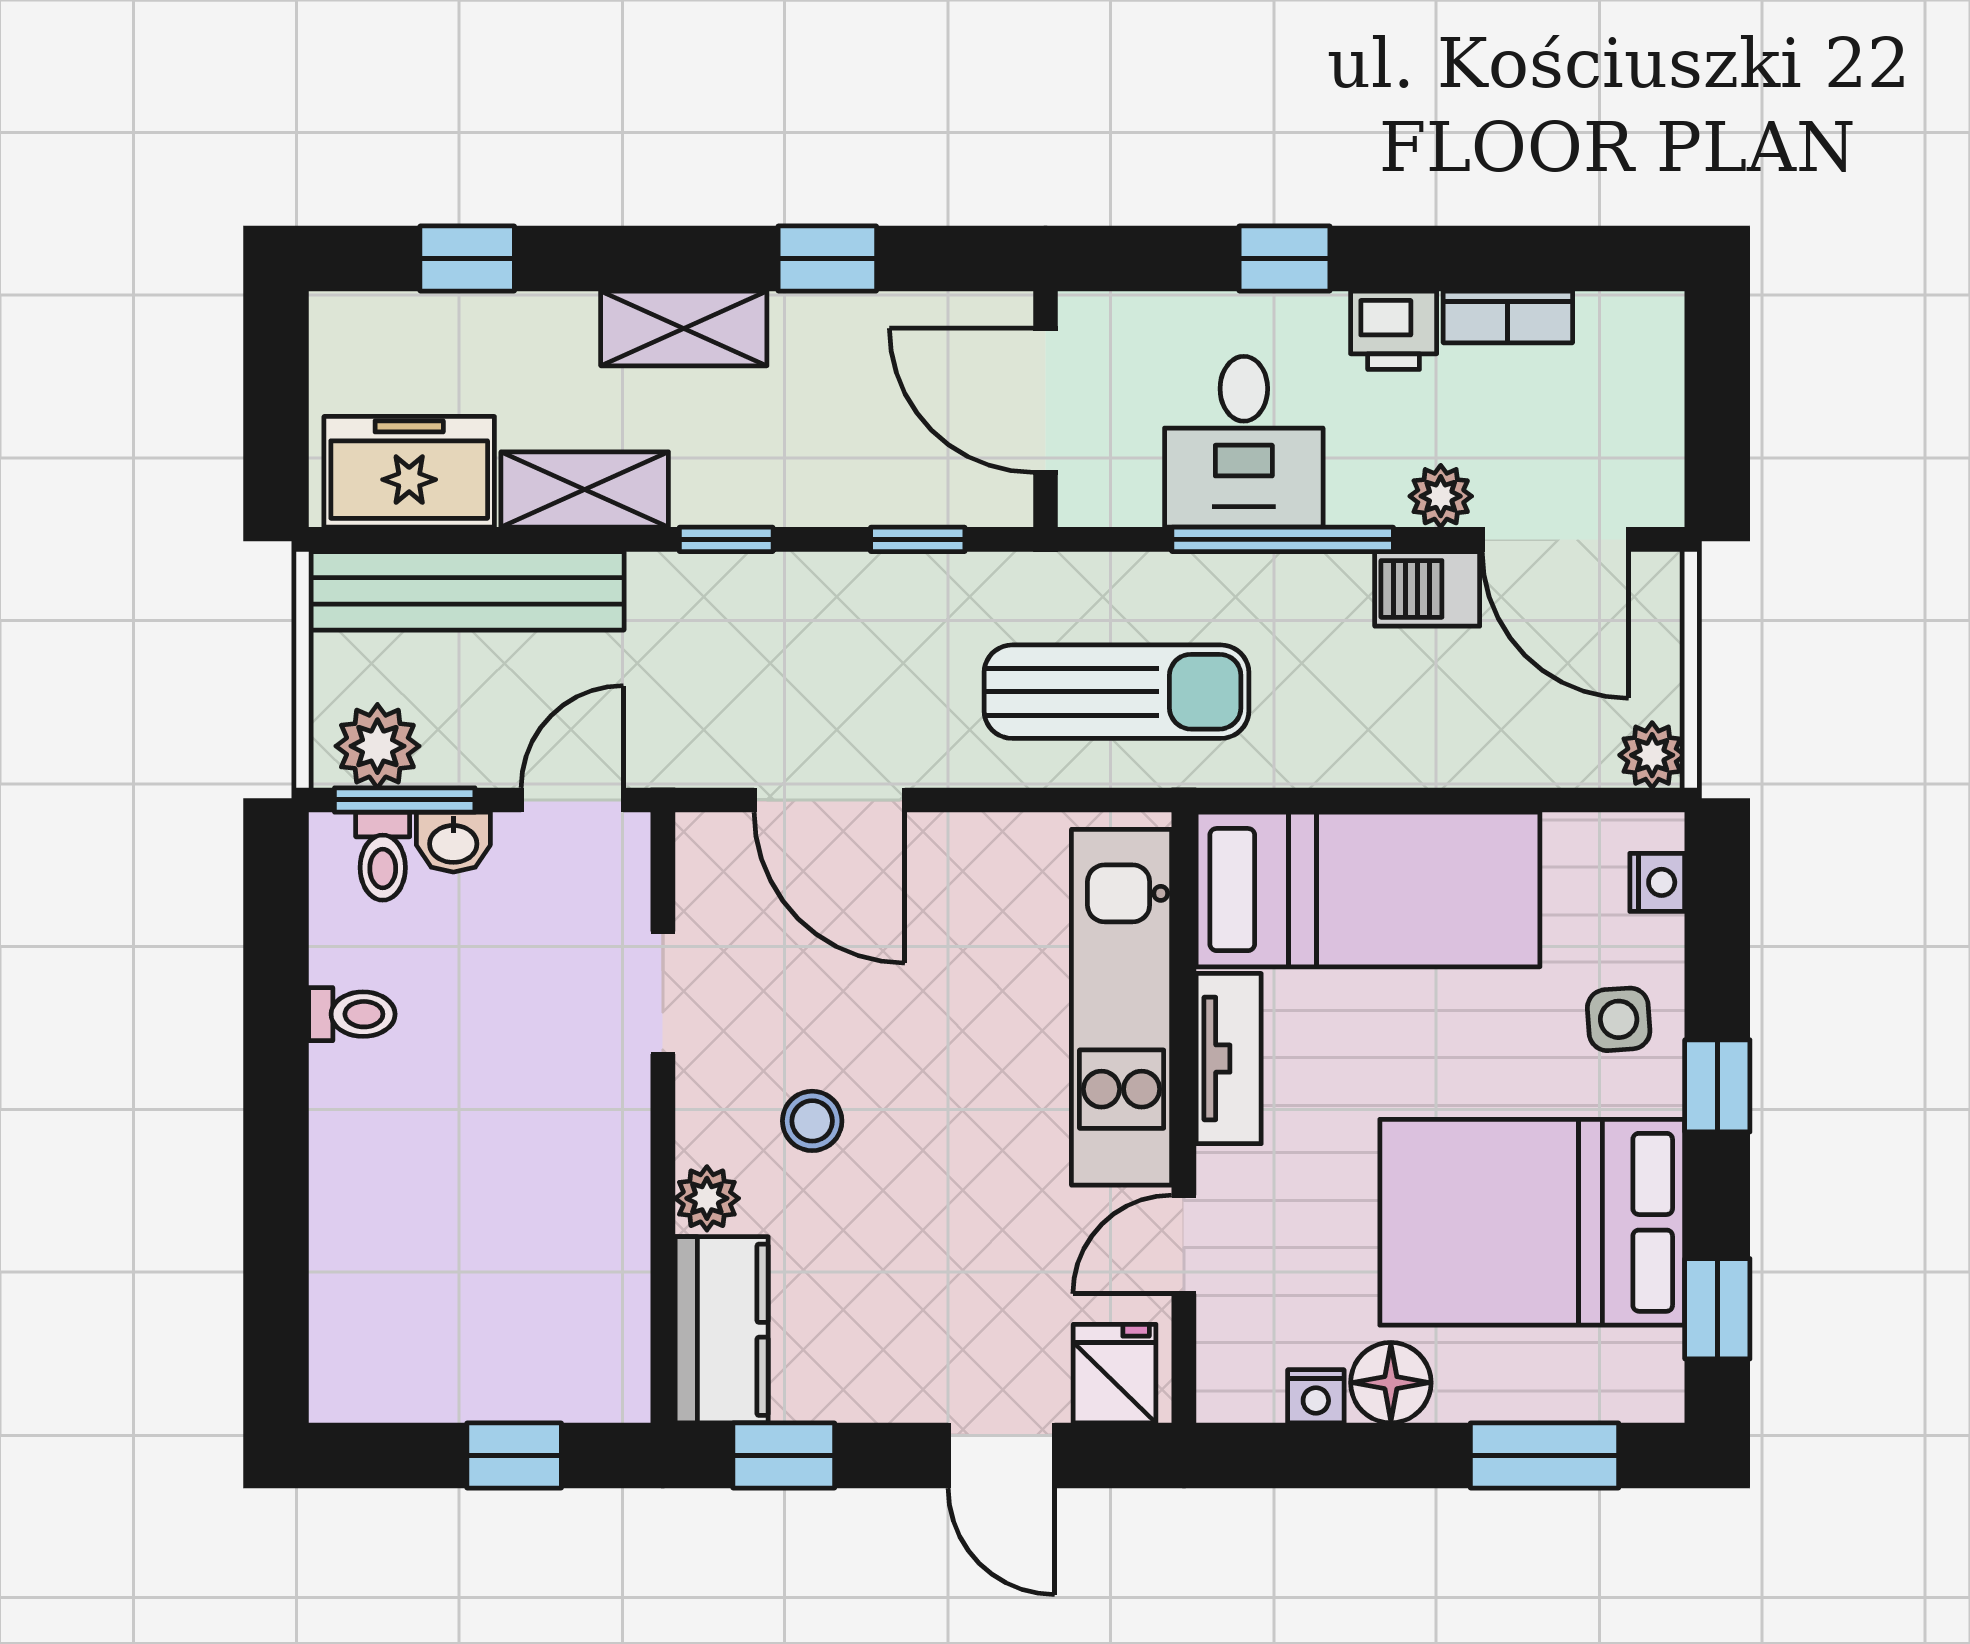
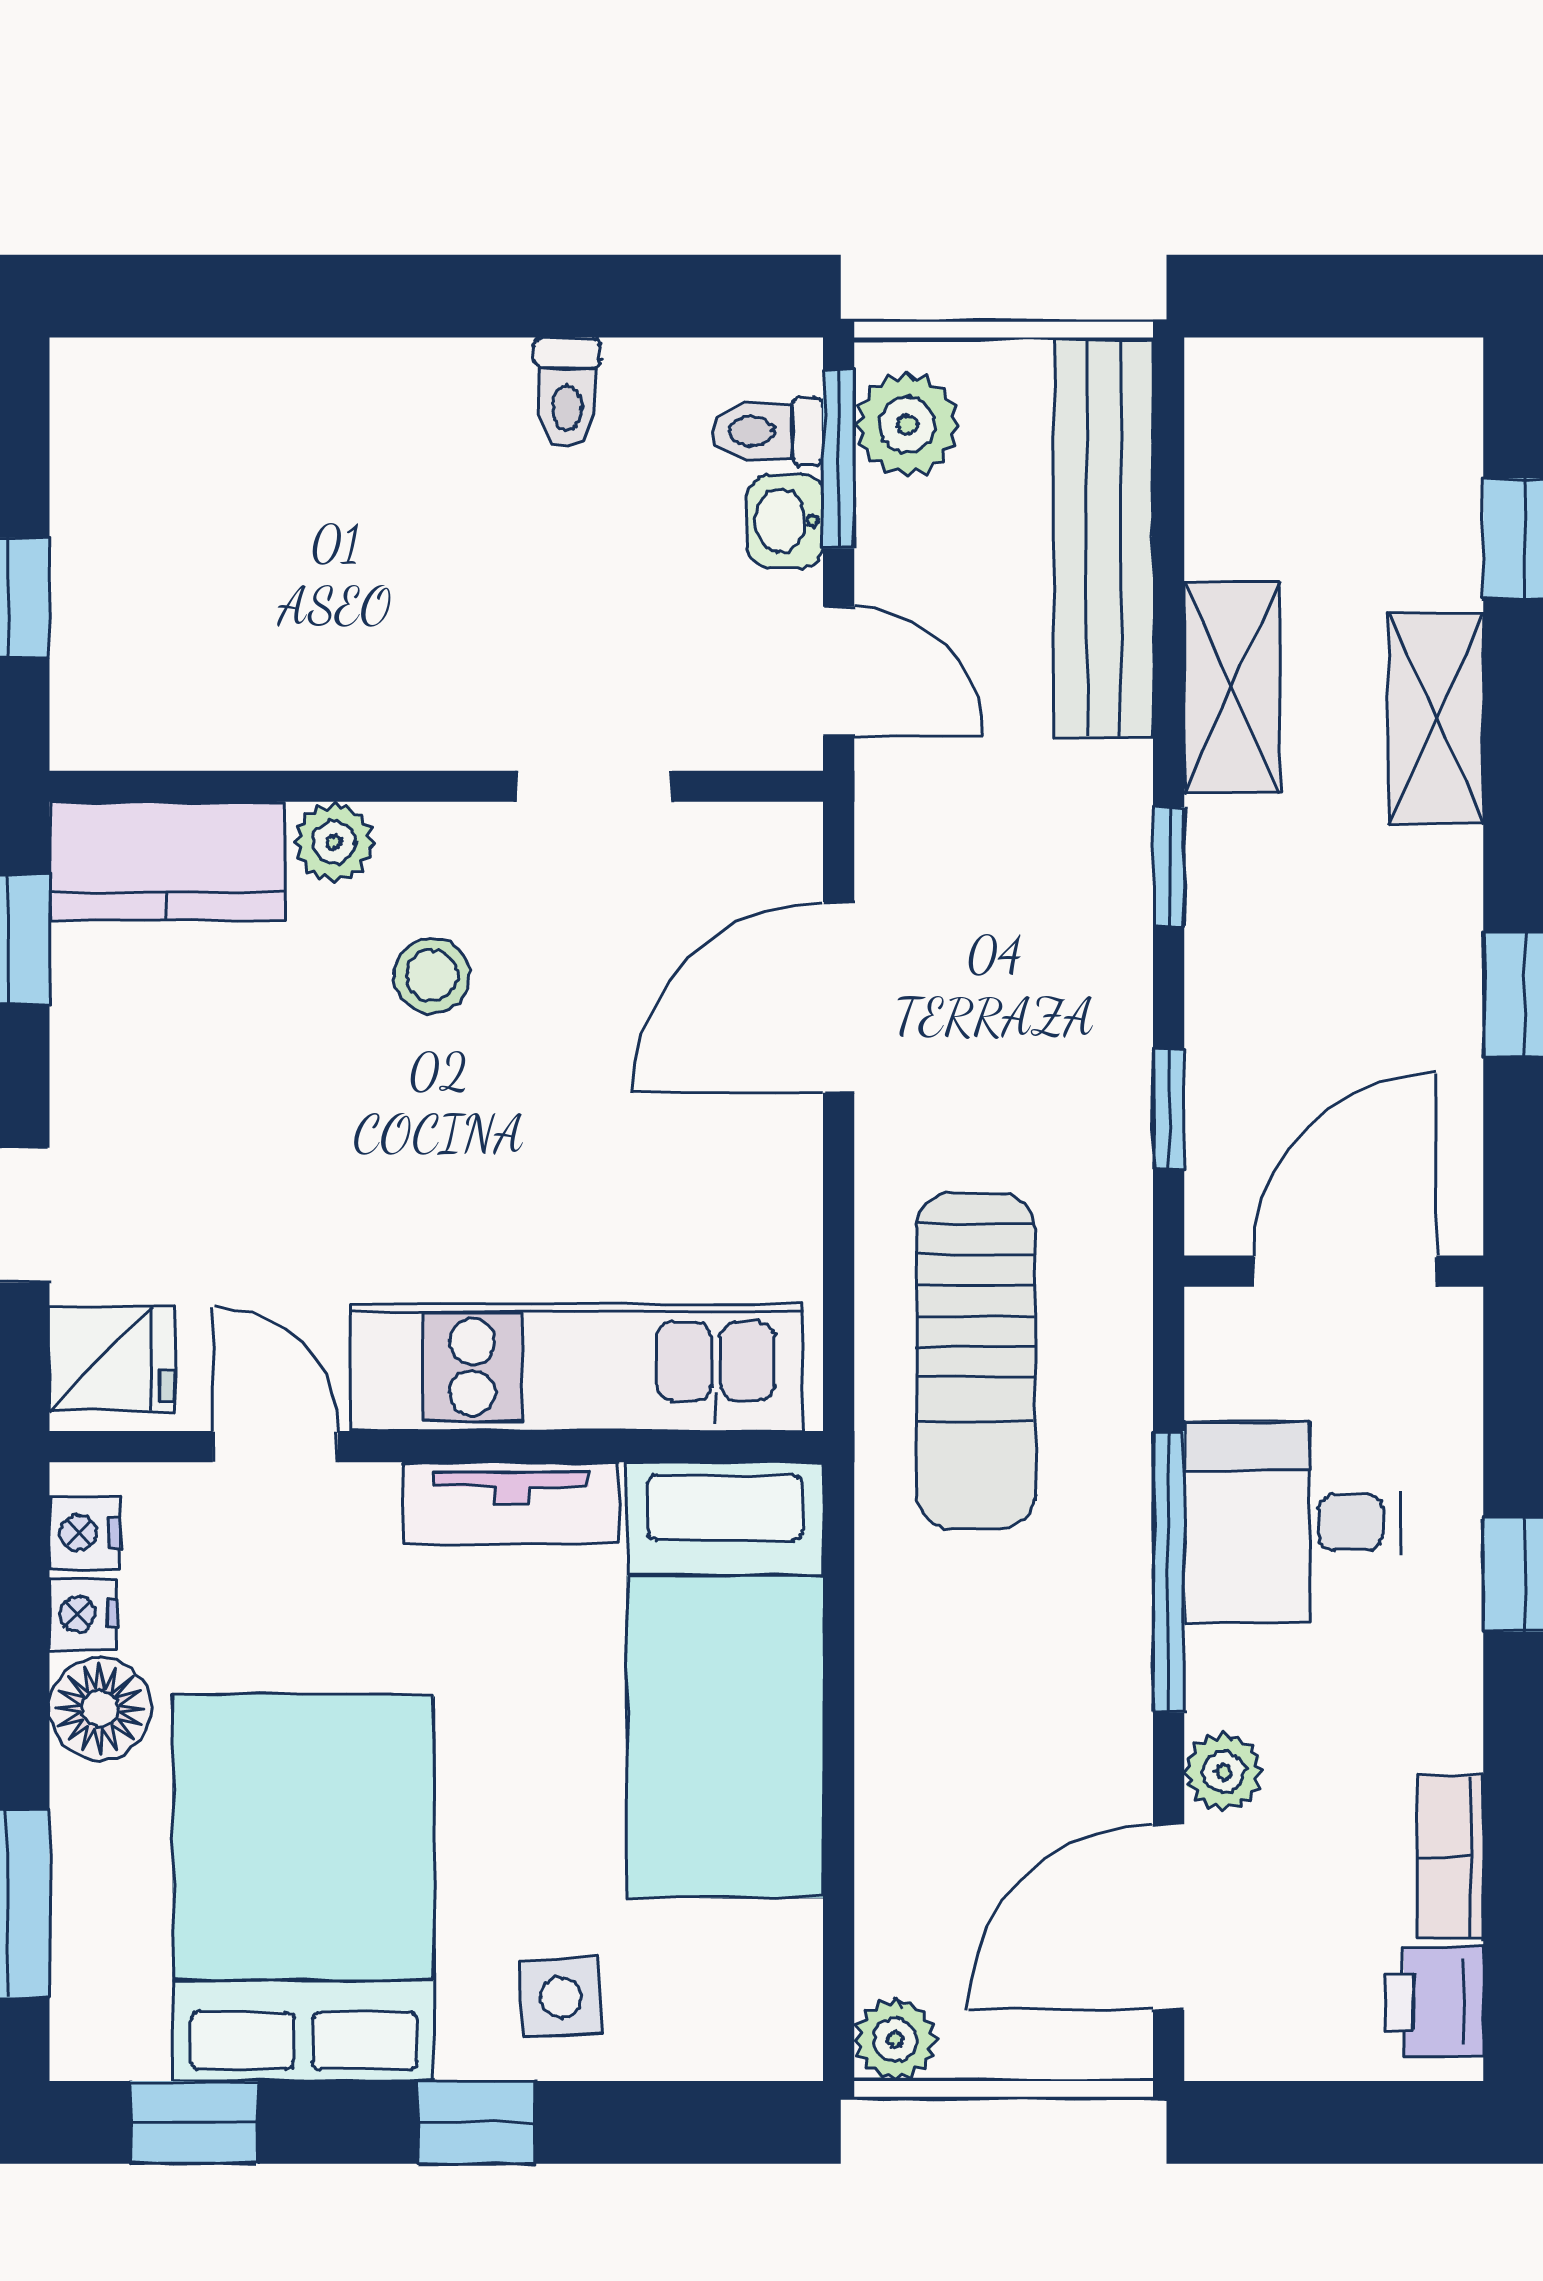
shelving: (684, 328) -> (1436, 718), moved
printer: (1394, 330) -> (1434, 2002), moved
freezer: (409, 472) -> (1254, 465), removed
barbecue: (1427, 589) -> (1106, 1755), removed
nightstand: (1657, 882) -> (84, 1533), moved, turned 90

